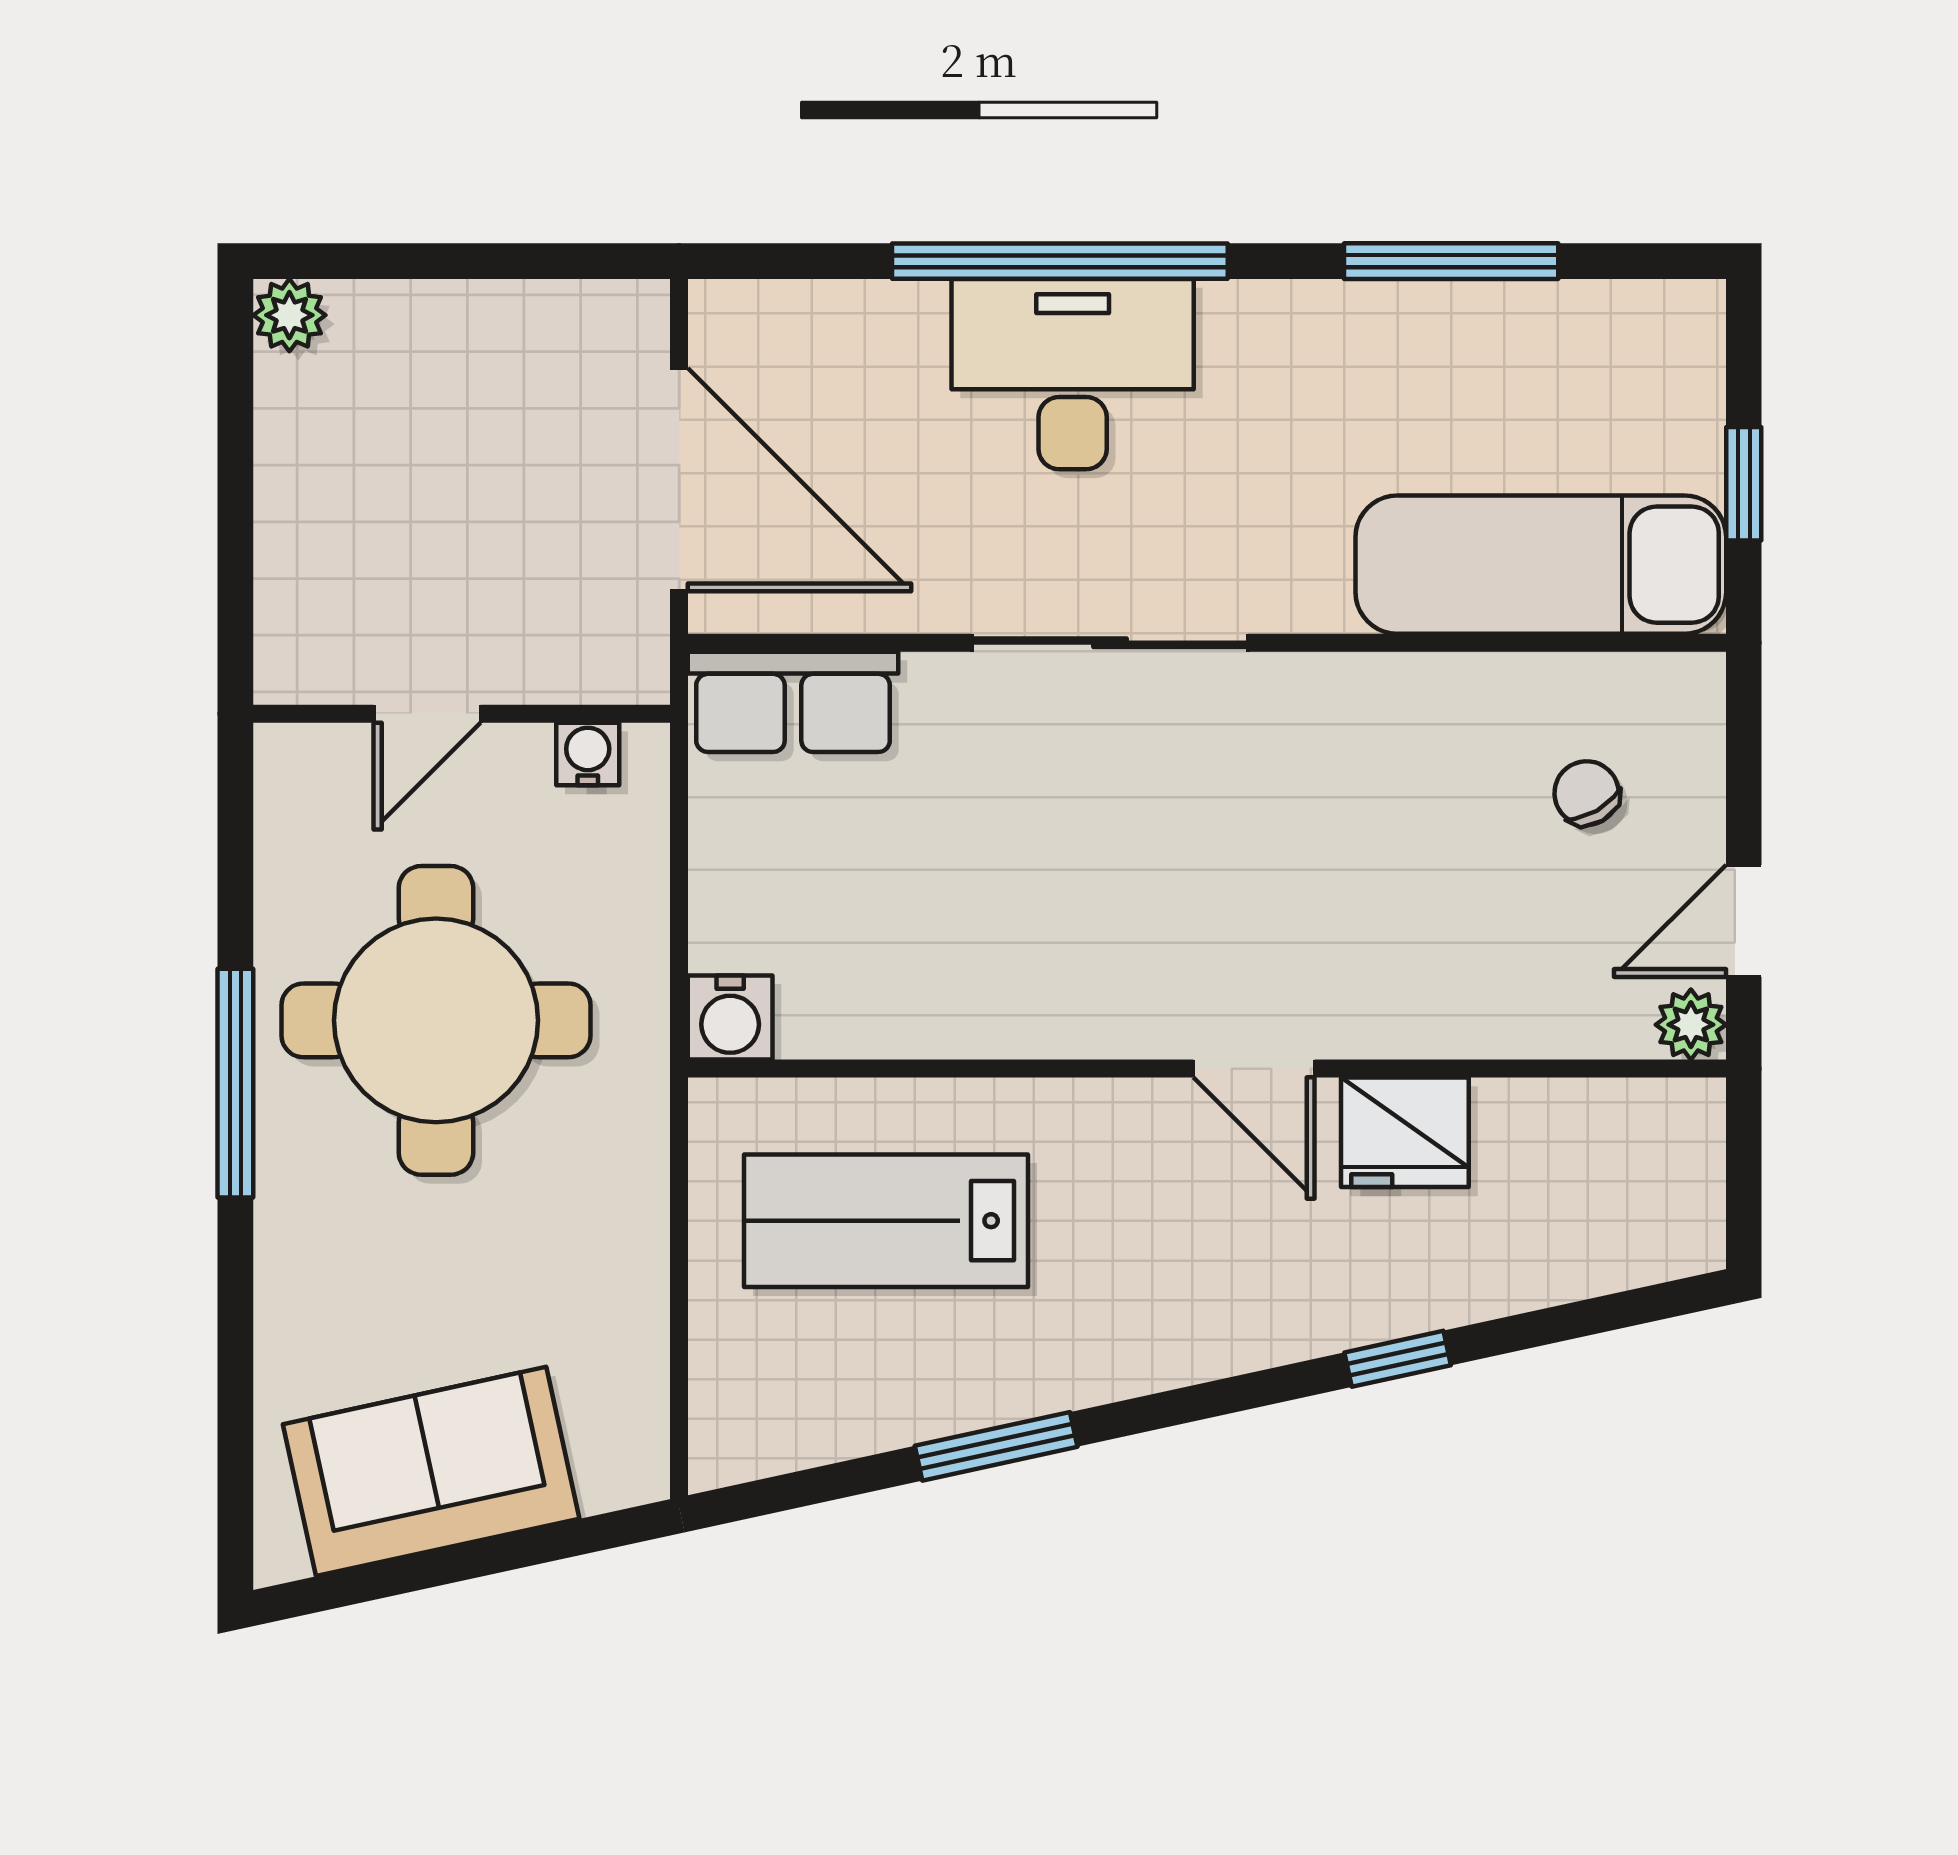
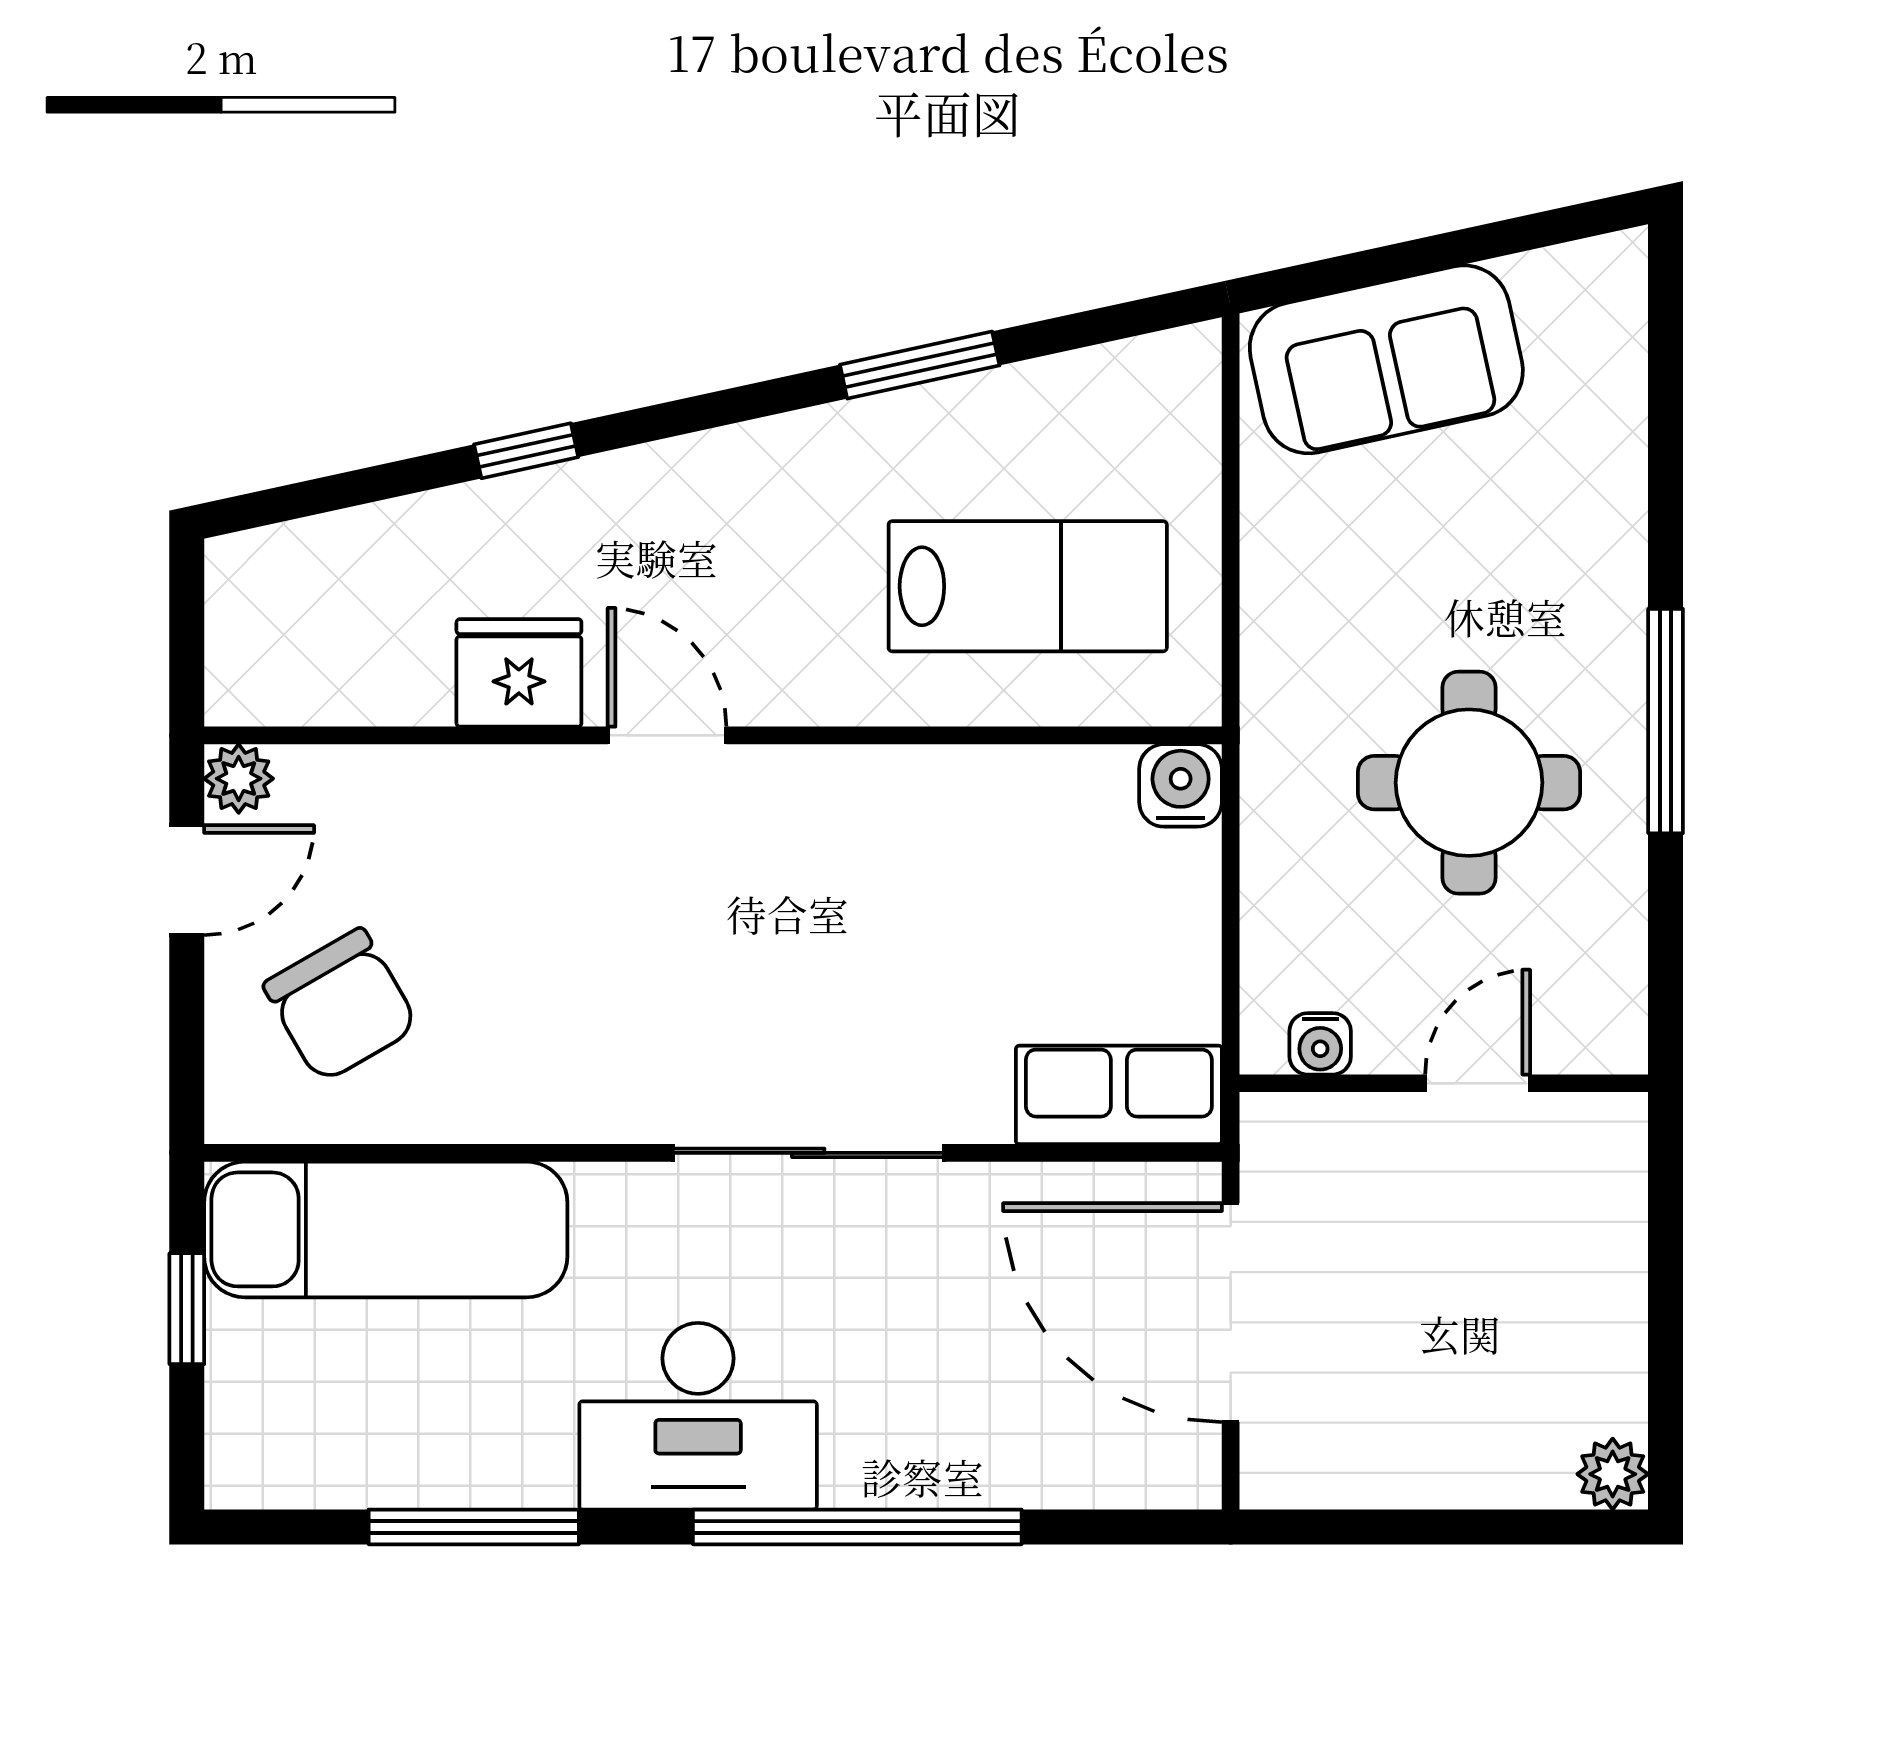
desk: (1073, 374) -> (698, 1416), moved
chair: (1587, 793) -> (341, 1005), width x1.87, depth x1.87
round table: (436, 1020) -> (1469, 783), width x0.73, depth x0.73
sofa: (431, 1471) -> (1386, 359), moved

